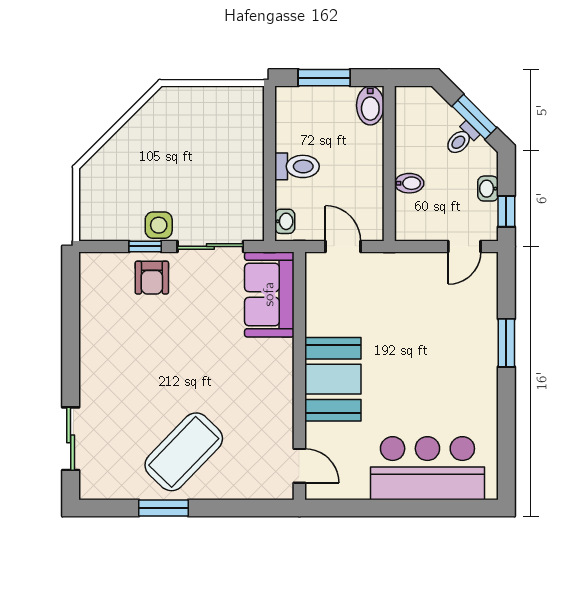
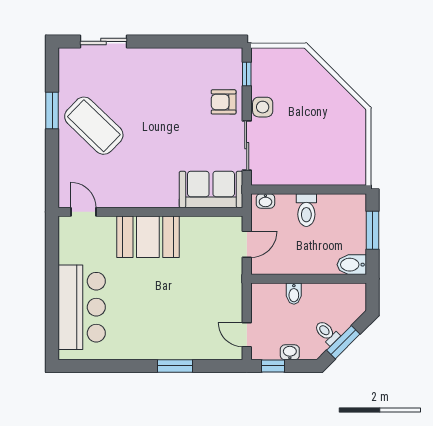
window: (145, 246) -> (247, 74), moved
door: (299, 466) -> (83, 212), swing flipped

